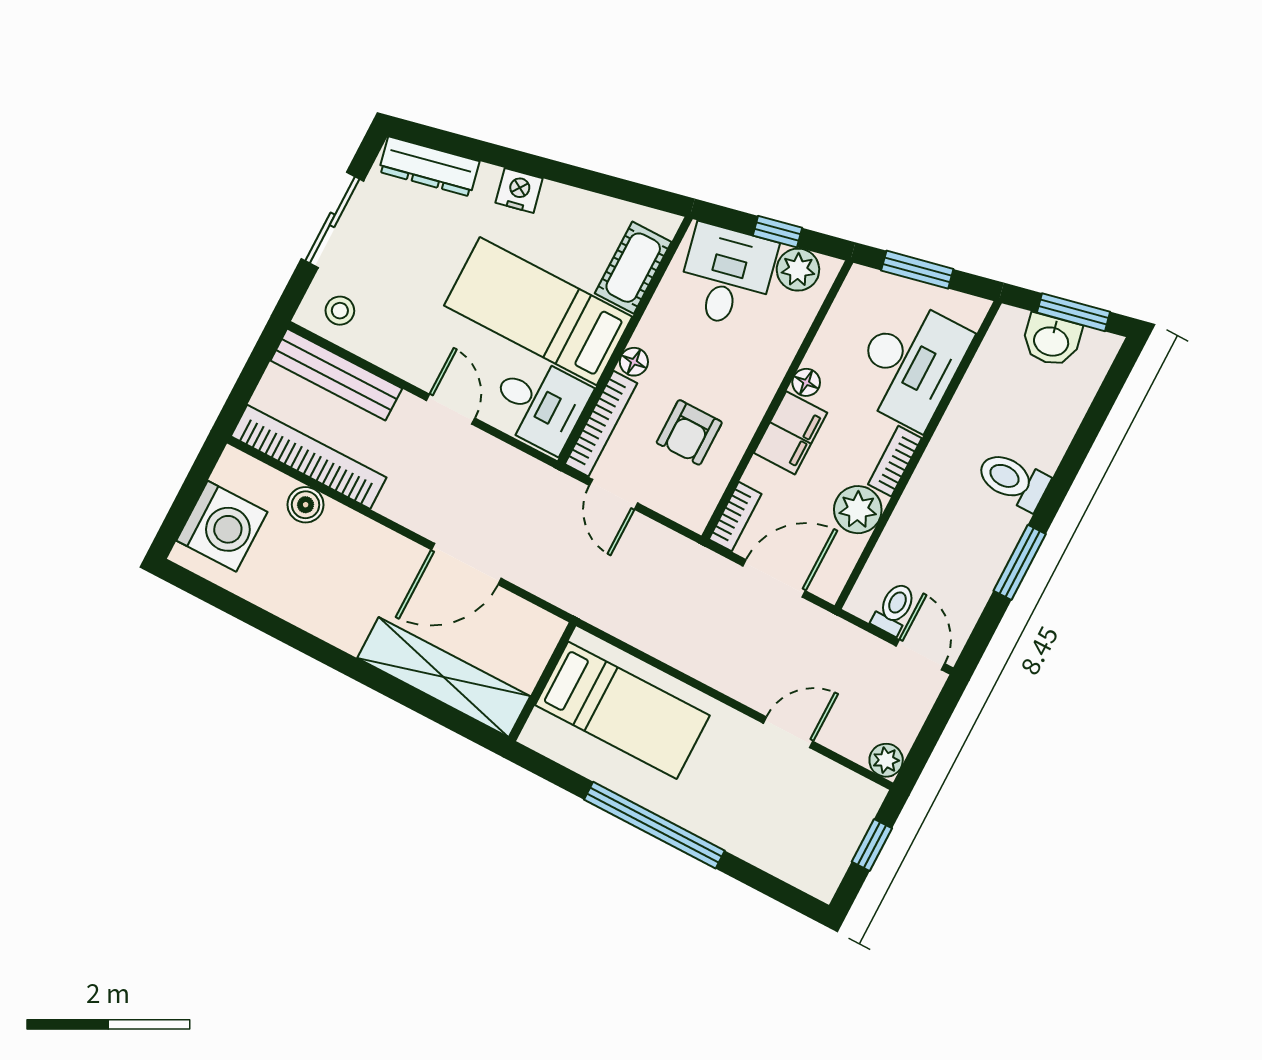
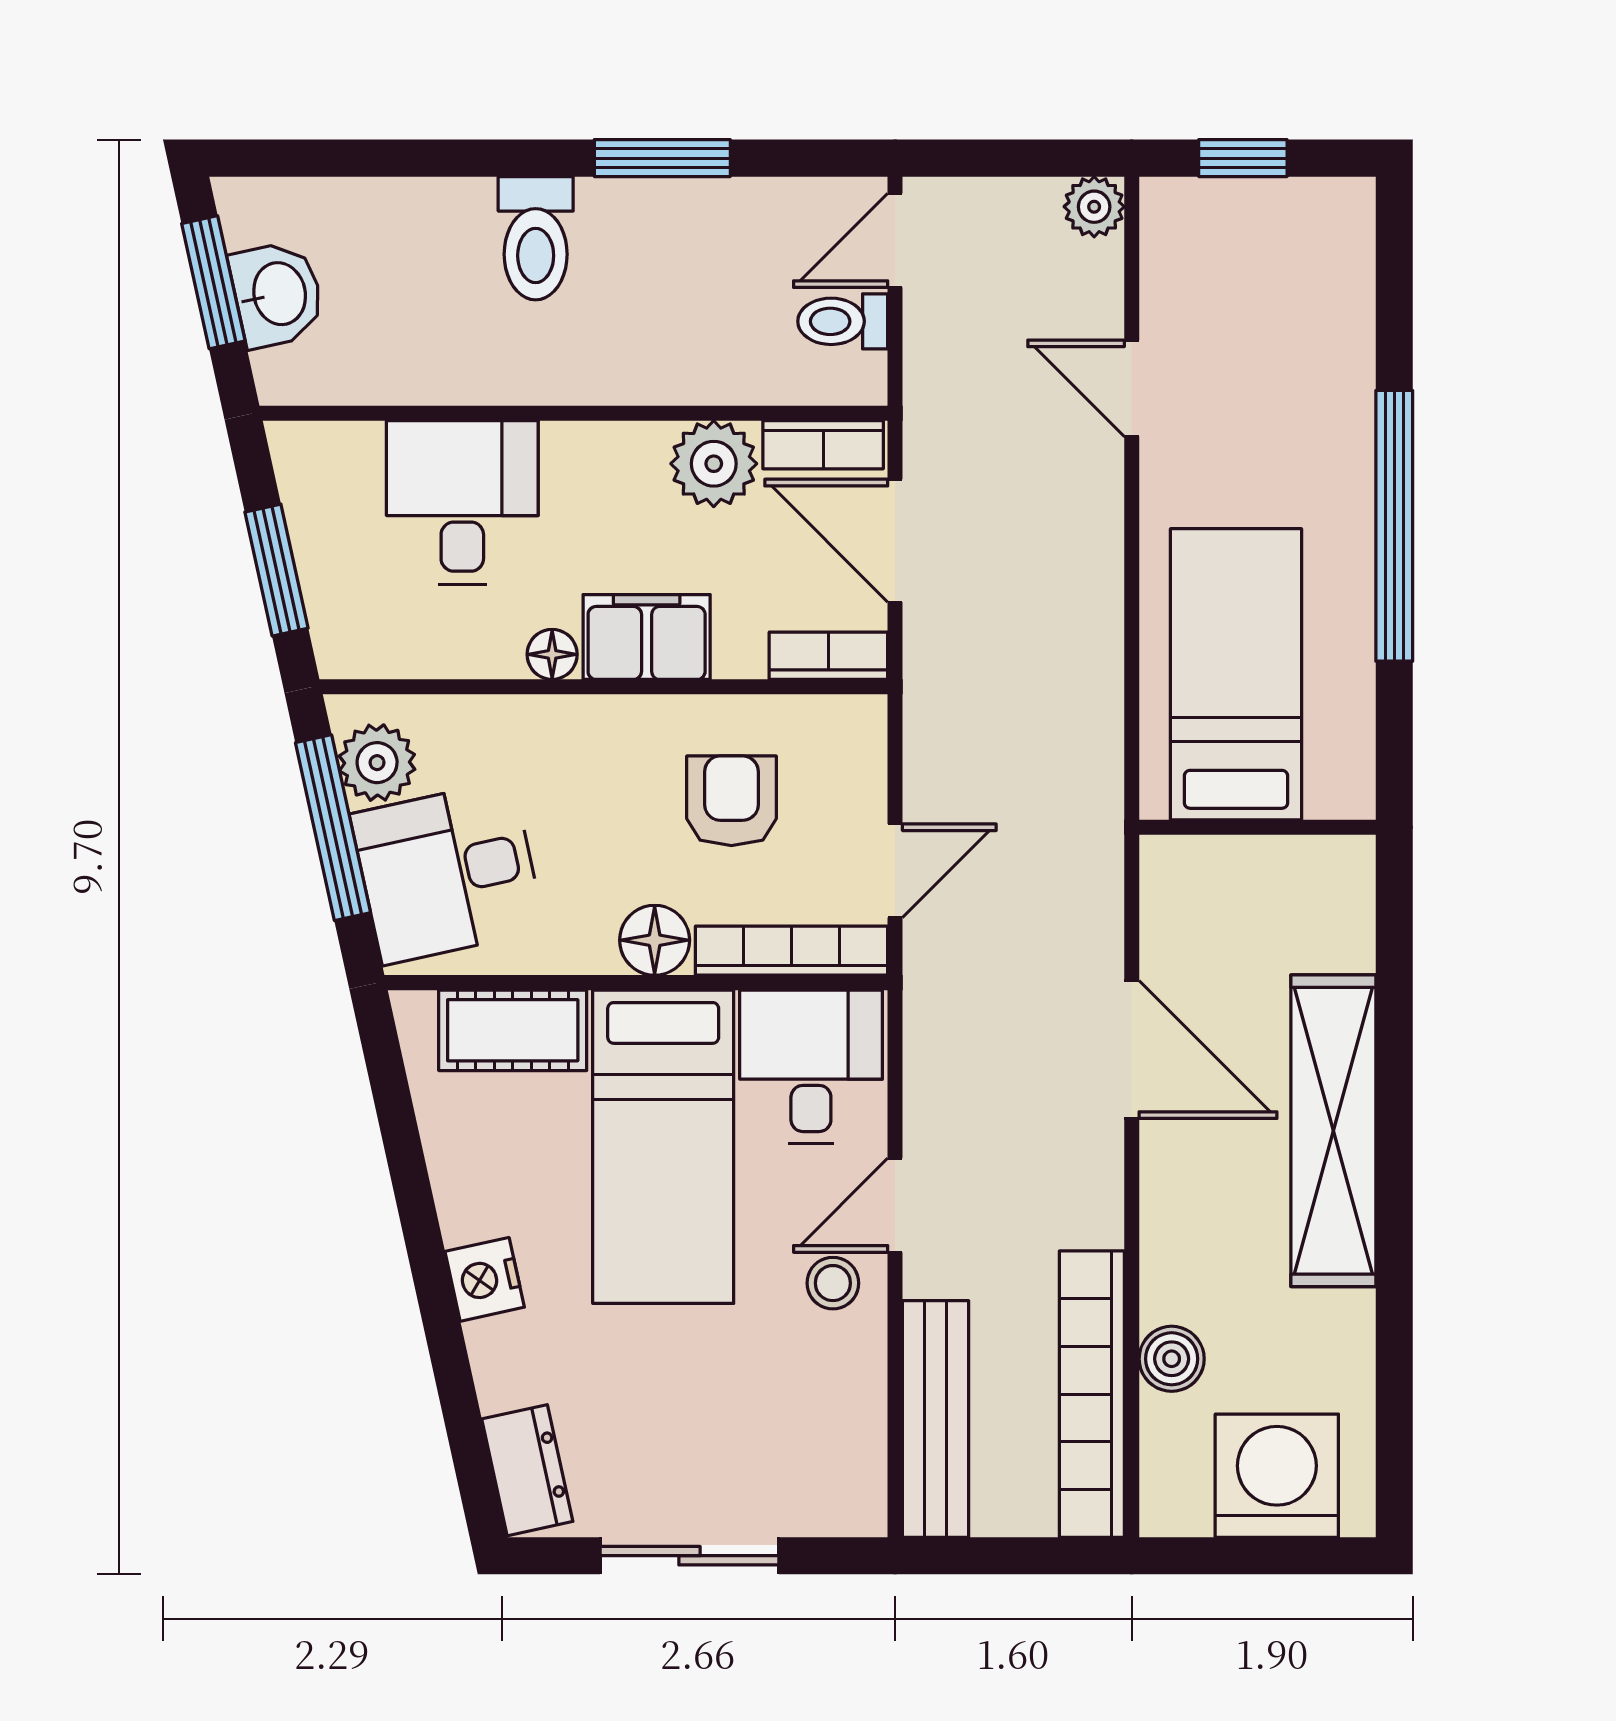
dresser: (429, 166) -> (527, 1470), width x0.70
window: (778, 232) -> (333, 828), width x2.17
stool: (340, 311) -> (833, 1283), moved
floor lamp: (634, 362) -> (655, 940), width x1.37, depth x1.37
desk: (910, 364) -> (462, 502), width x0.73
armchair: (689, 432) -> (731, 801), turned -90
bookcase: (895, 461) -> (823, 445), moved
shelving: (444, 677) -> (1333, 1131), moved

